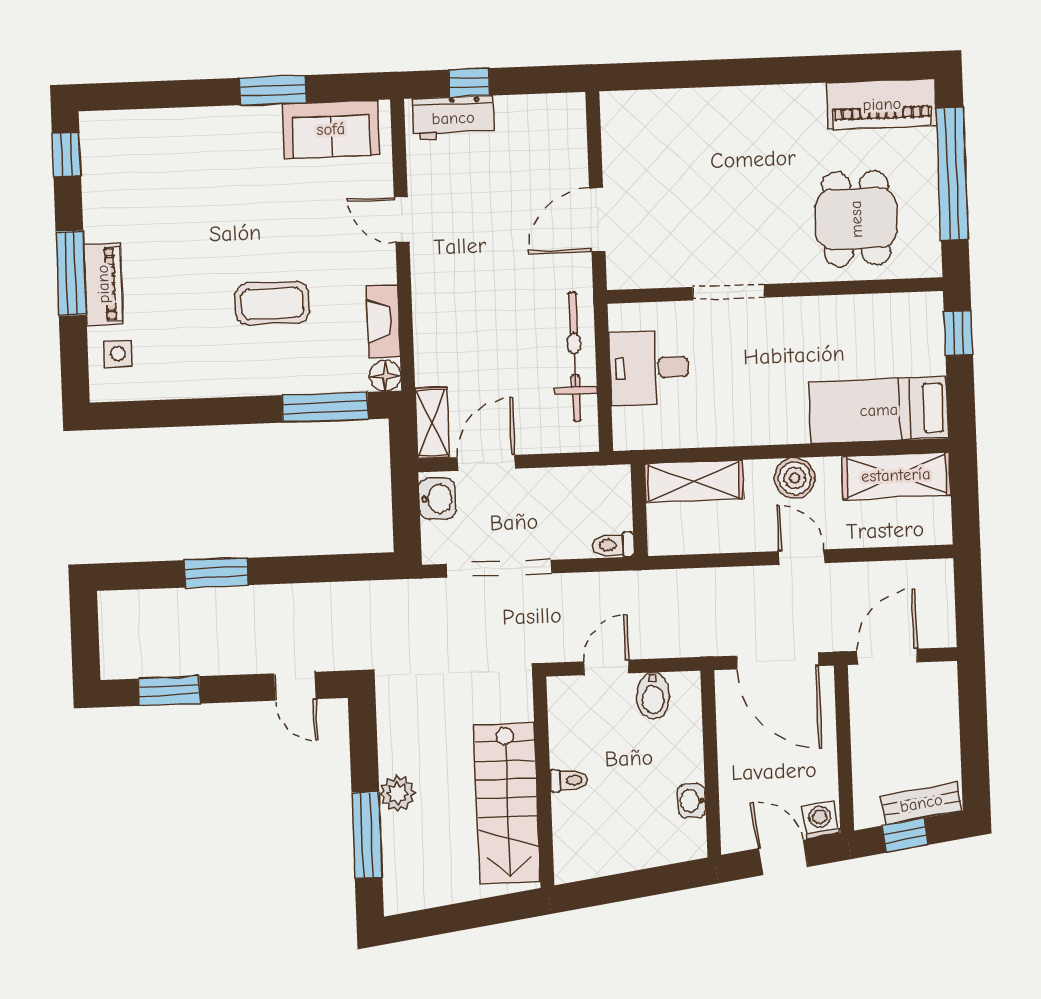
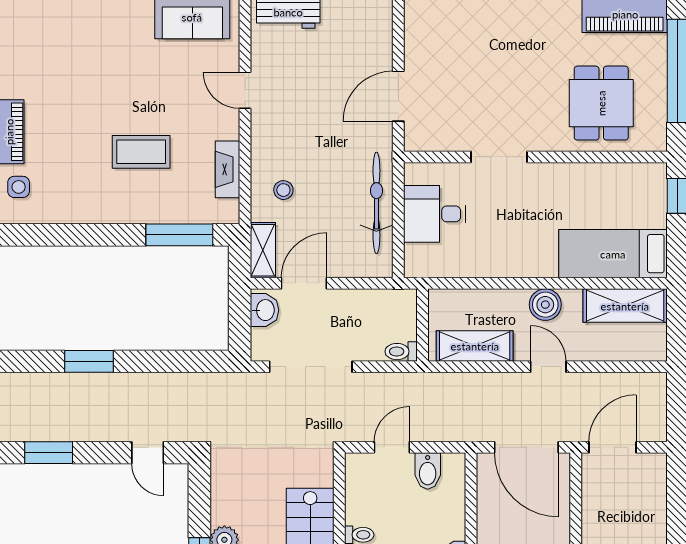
stool: (455, 345) -> (283, 190), added
floor lamp: (385, 376) -> (228, 212), removed
shelving: (694, 481) -> (475, 346), moved

